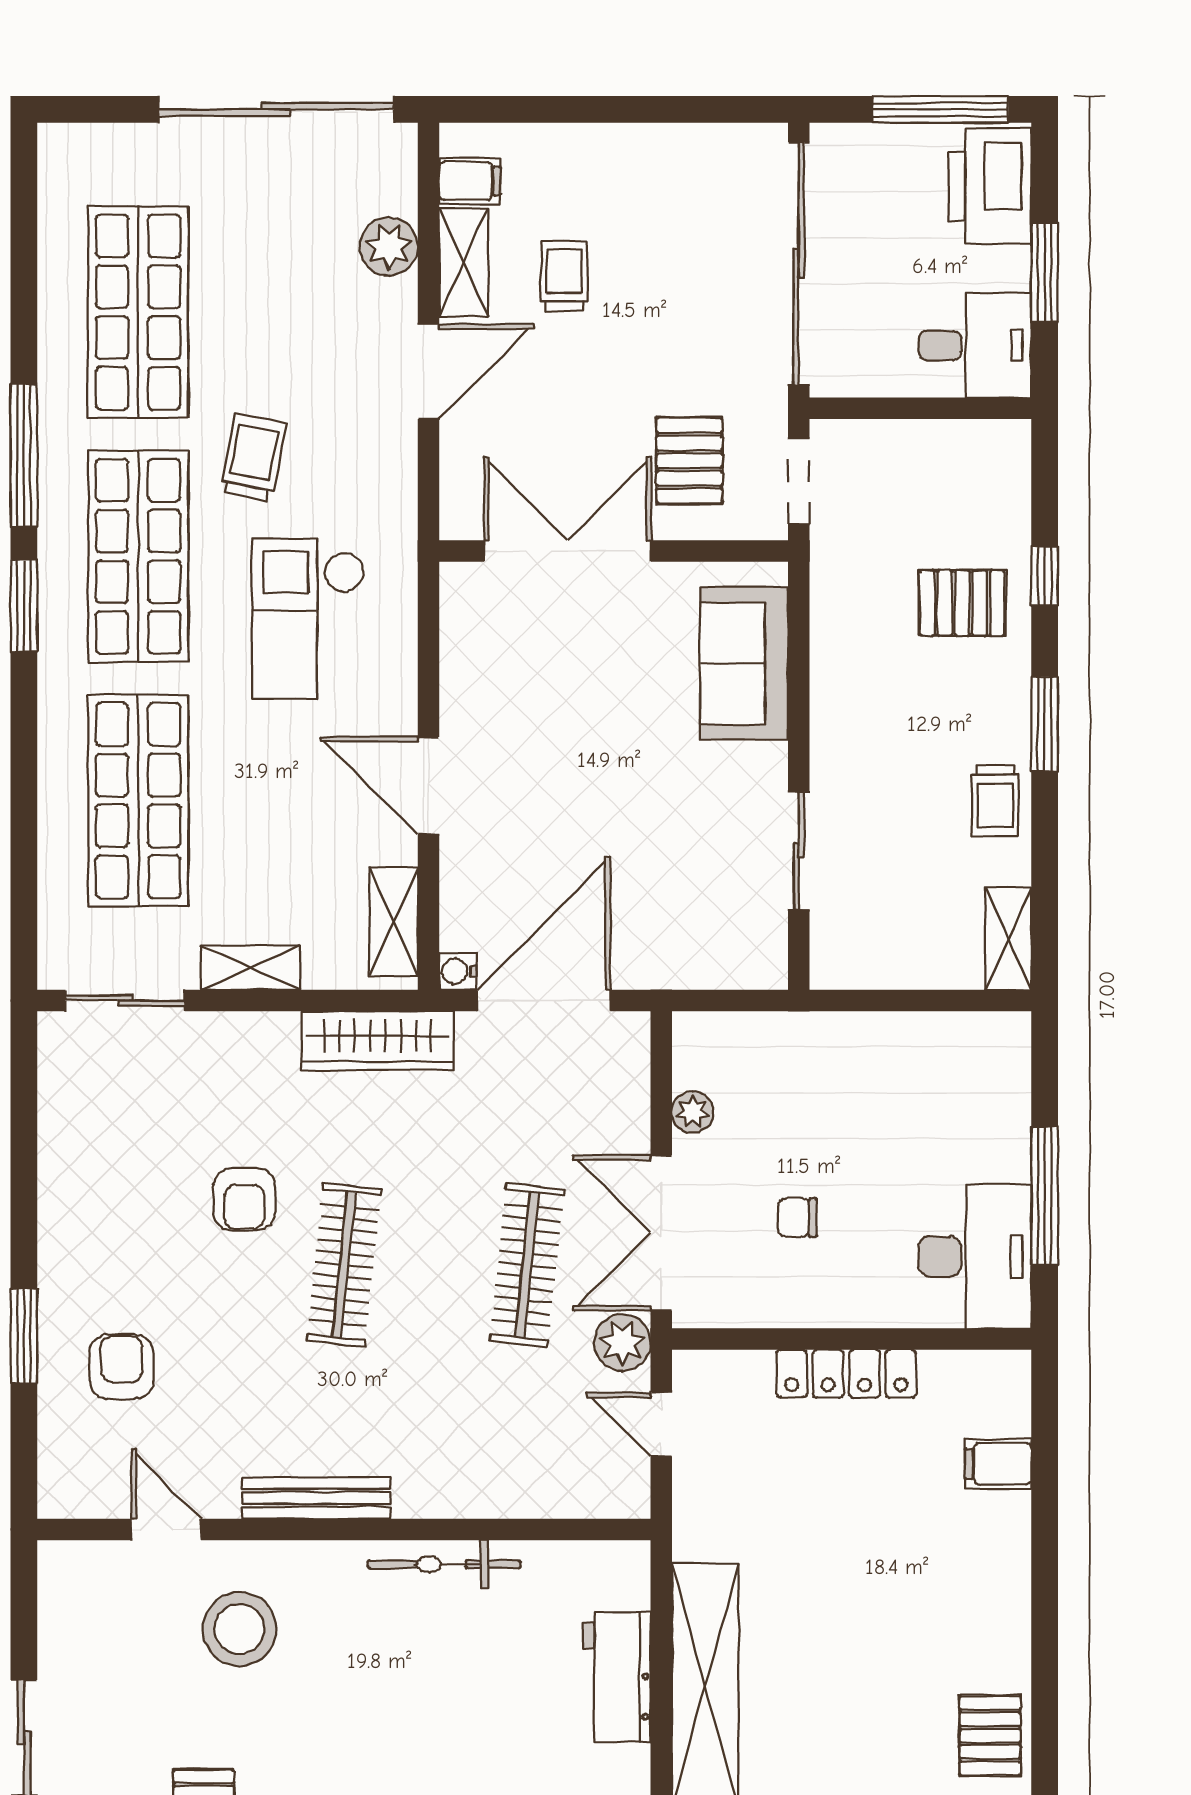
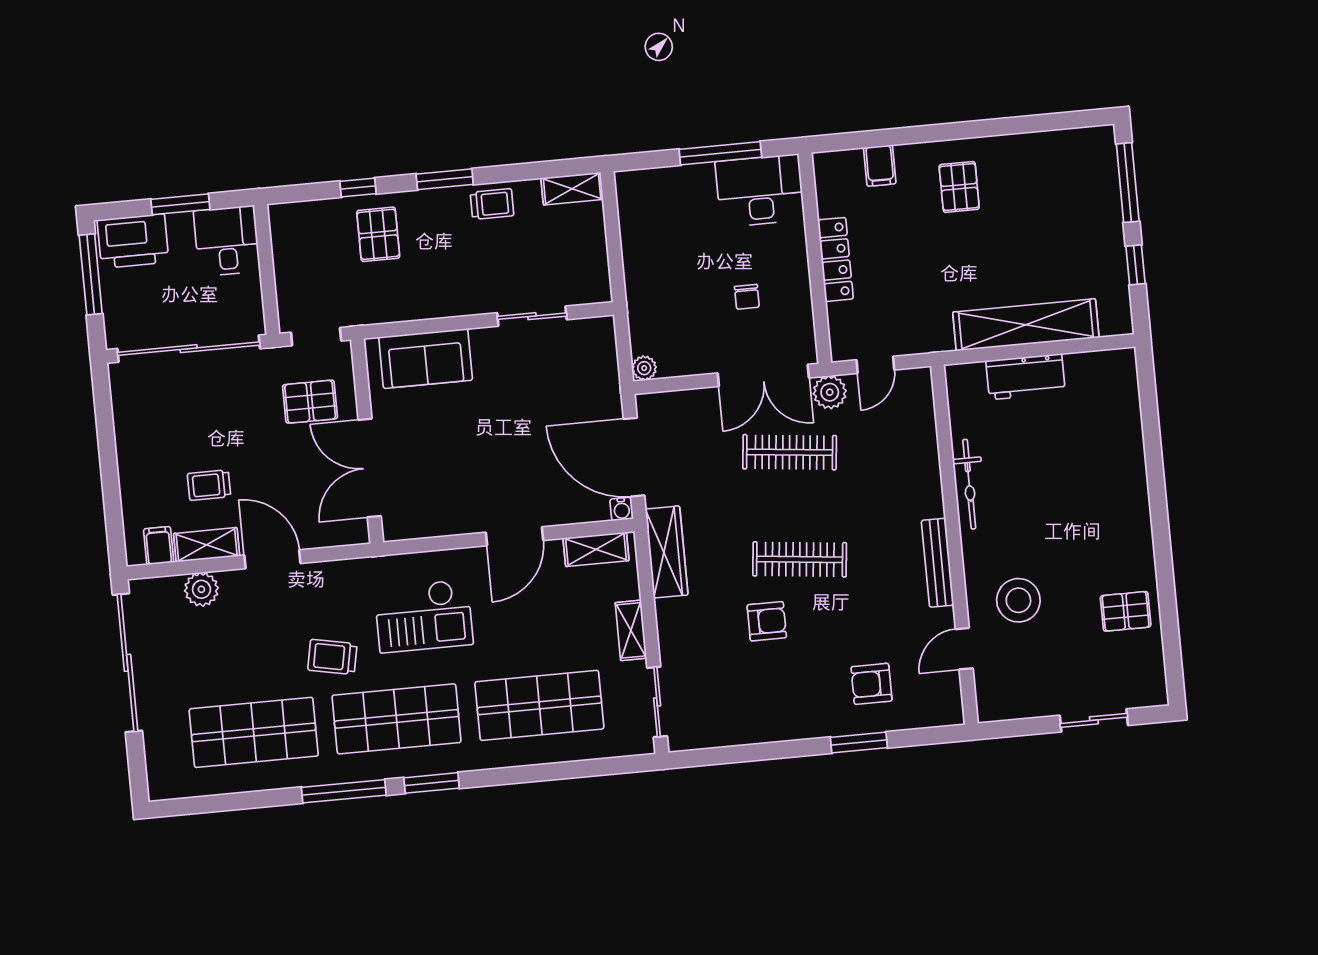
plant: (693, 1112) -> (644, 368), moved
pallet: (990, 1736) -> (959, 187), moved, turned 90

